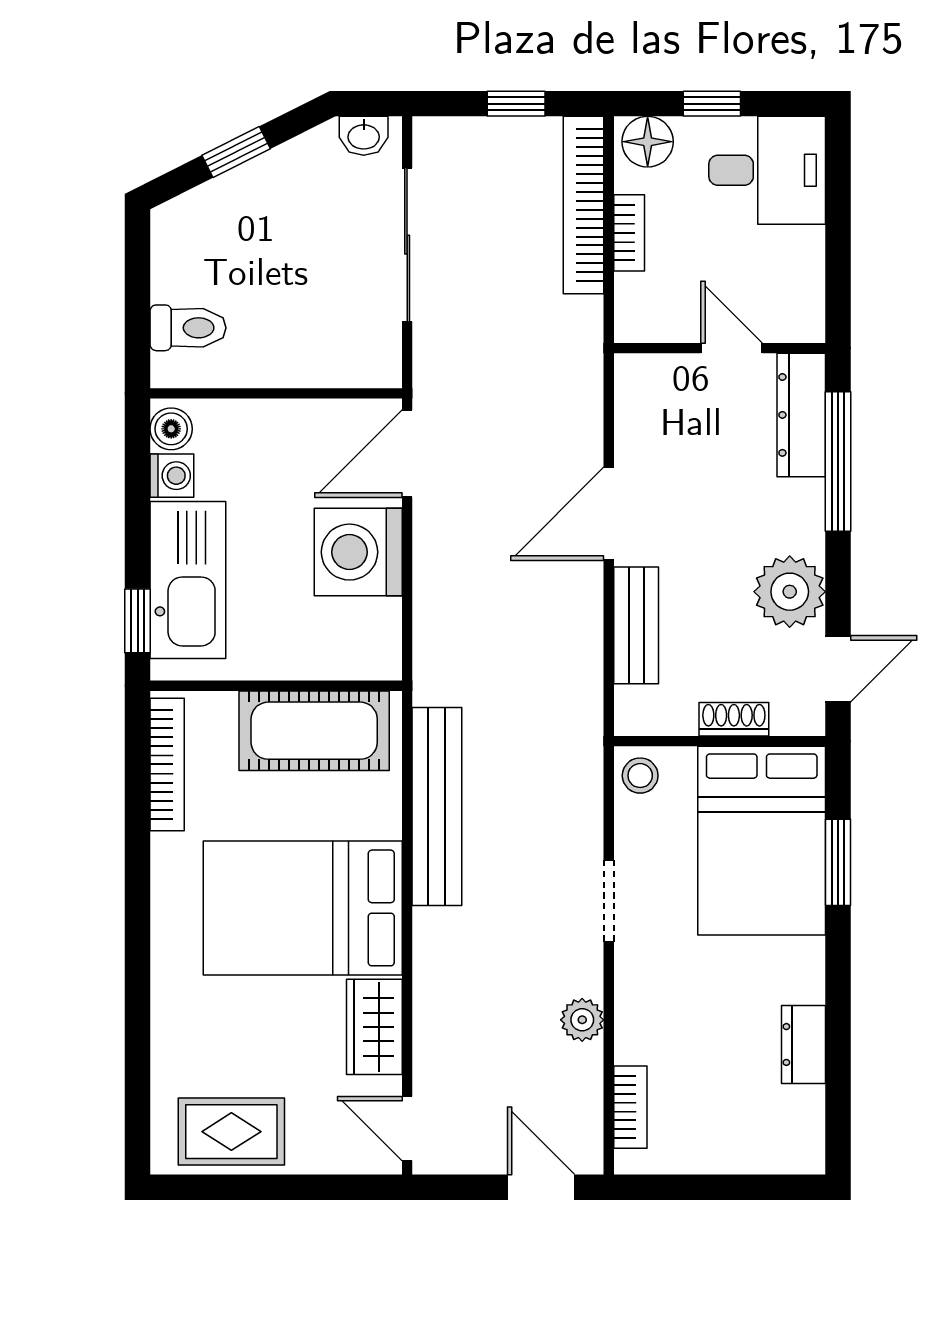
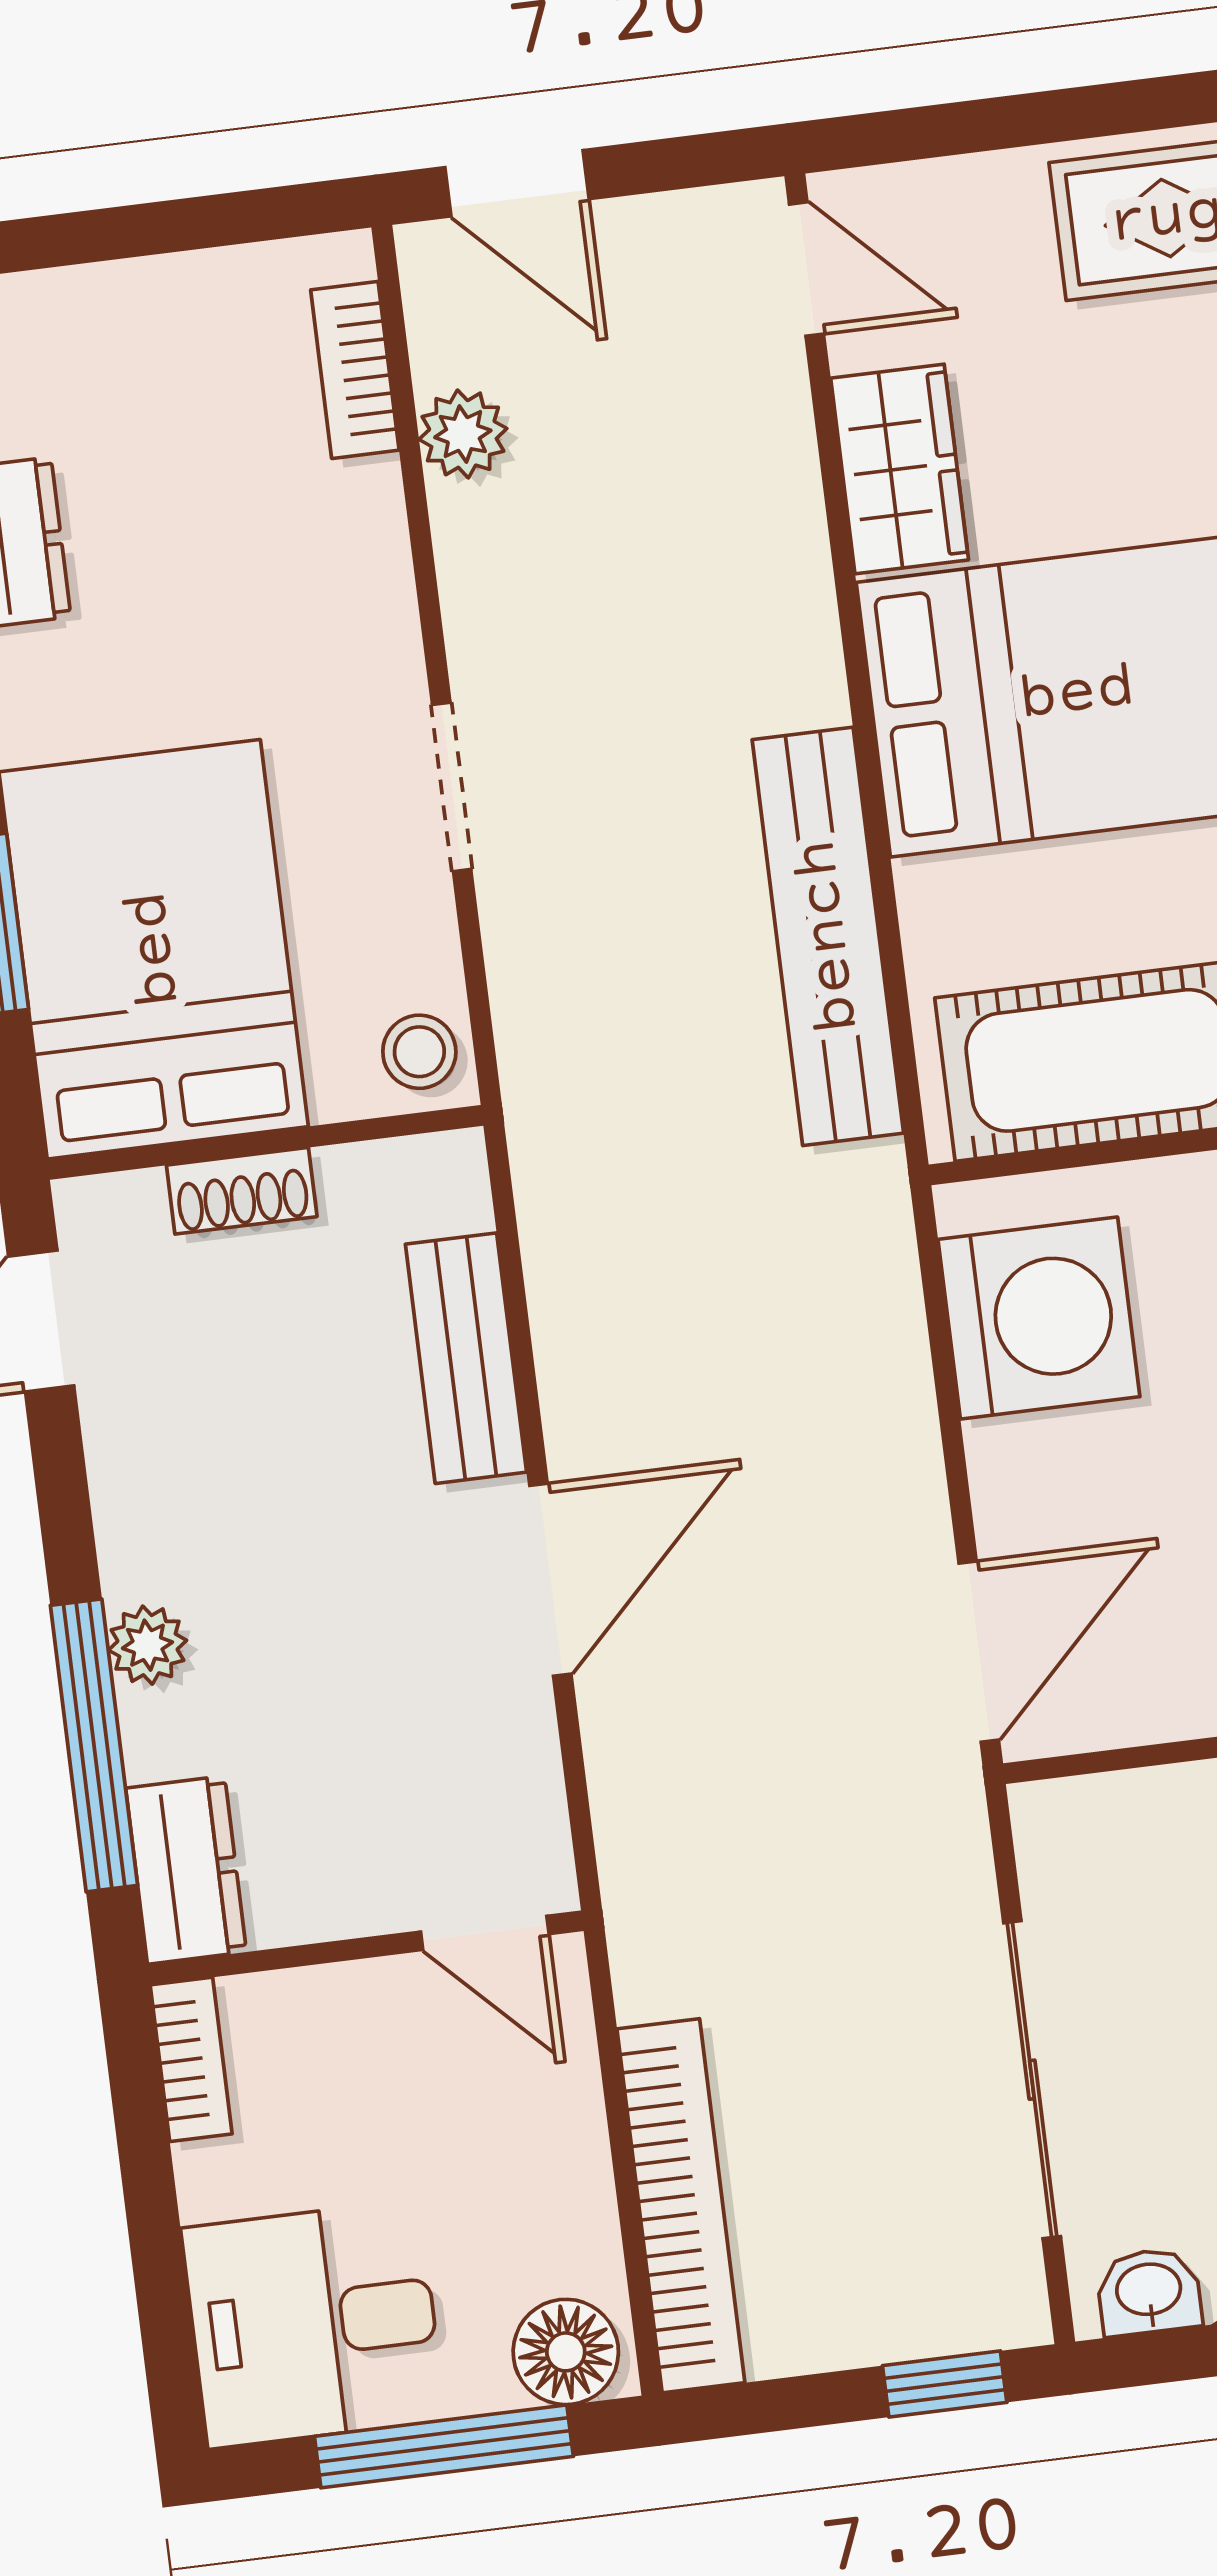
window: (516, 104) -> (945, 2384), moved
window: (712, 104) -> (444, 2446), width x2.17
bookcase: (629, 233) -> (191, 2059), moved, turned 180
door: (732, 348) -> (485, 1933), moved
dresser: (801, 415) -> (186, 1870), width x0.70
washing machine: (358, 552) -> (1039, 1318), moved
plant: (790, 592) -> (147, 1645), moved, width x0.53, depth x0.53
plant: (582, 1020) -> (463, 434), moved

